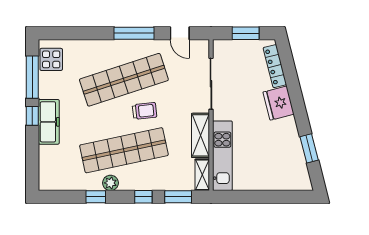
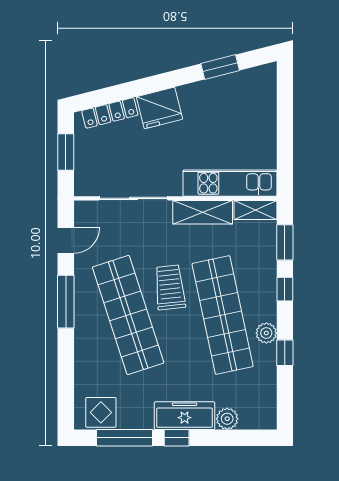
trolley: (145, 111) -> (170, 287), width x1.36, depth x1.39
plant: (46, 154) -> (227, 419), added

